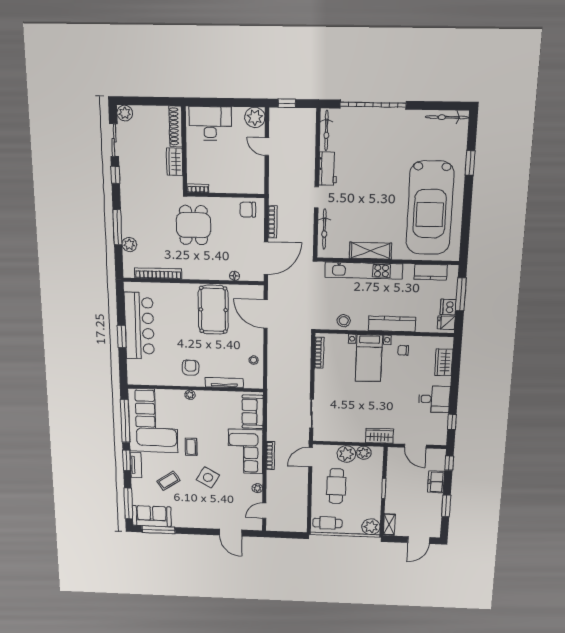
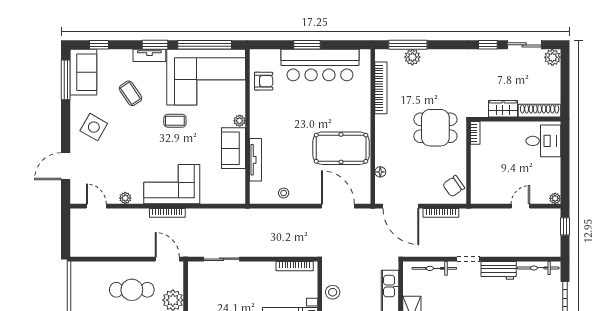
plant: (255, 117) -> (555, 198), width x0.53, depth x0.53
desk: (210, 123) -> (543, 141), width x0.73
chair: (248, 210) -> (454, 186), turned -125
window: (117, 227) -> (408, 45), moved
door: (266, 314) -> (338, 206), hinge flipped
armchair: (191, 368) -> (264, 81), moved
sofa: (253, 412) -> (233, 148), moved, turned -90
side table: (208, 477) -> (94, 127), moved
window: (128, 503) -> (99, 45), width x0.46
cafe table: (327, 523) -> (83, 281), removed

